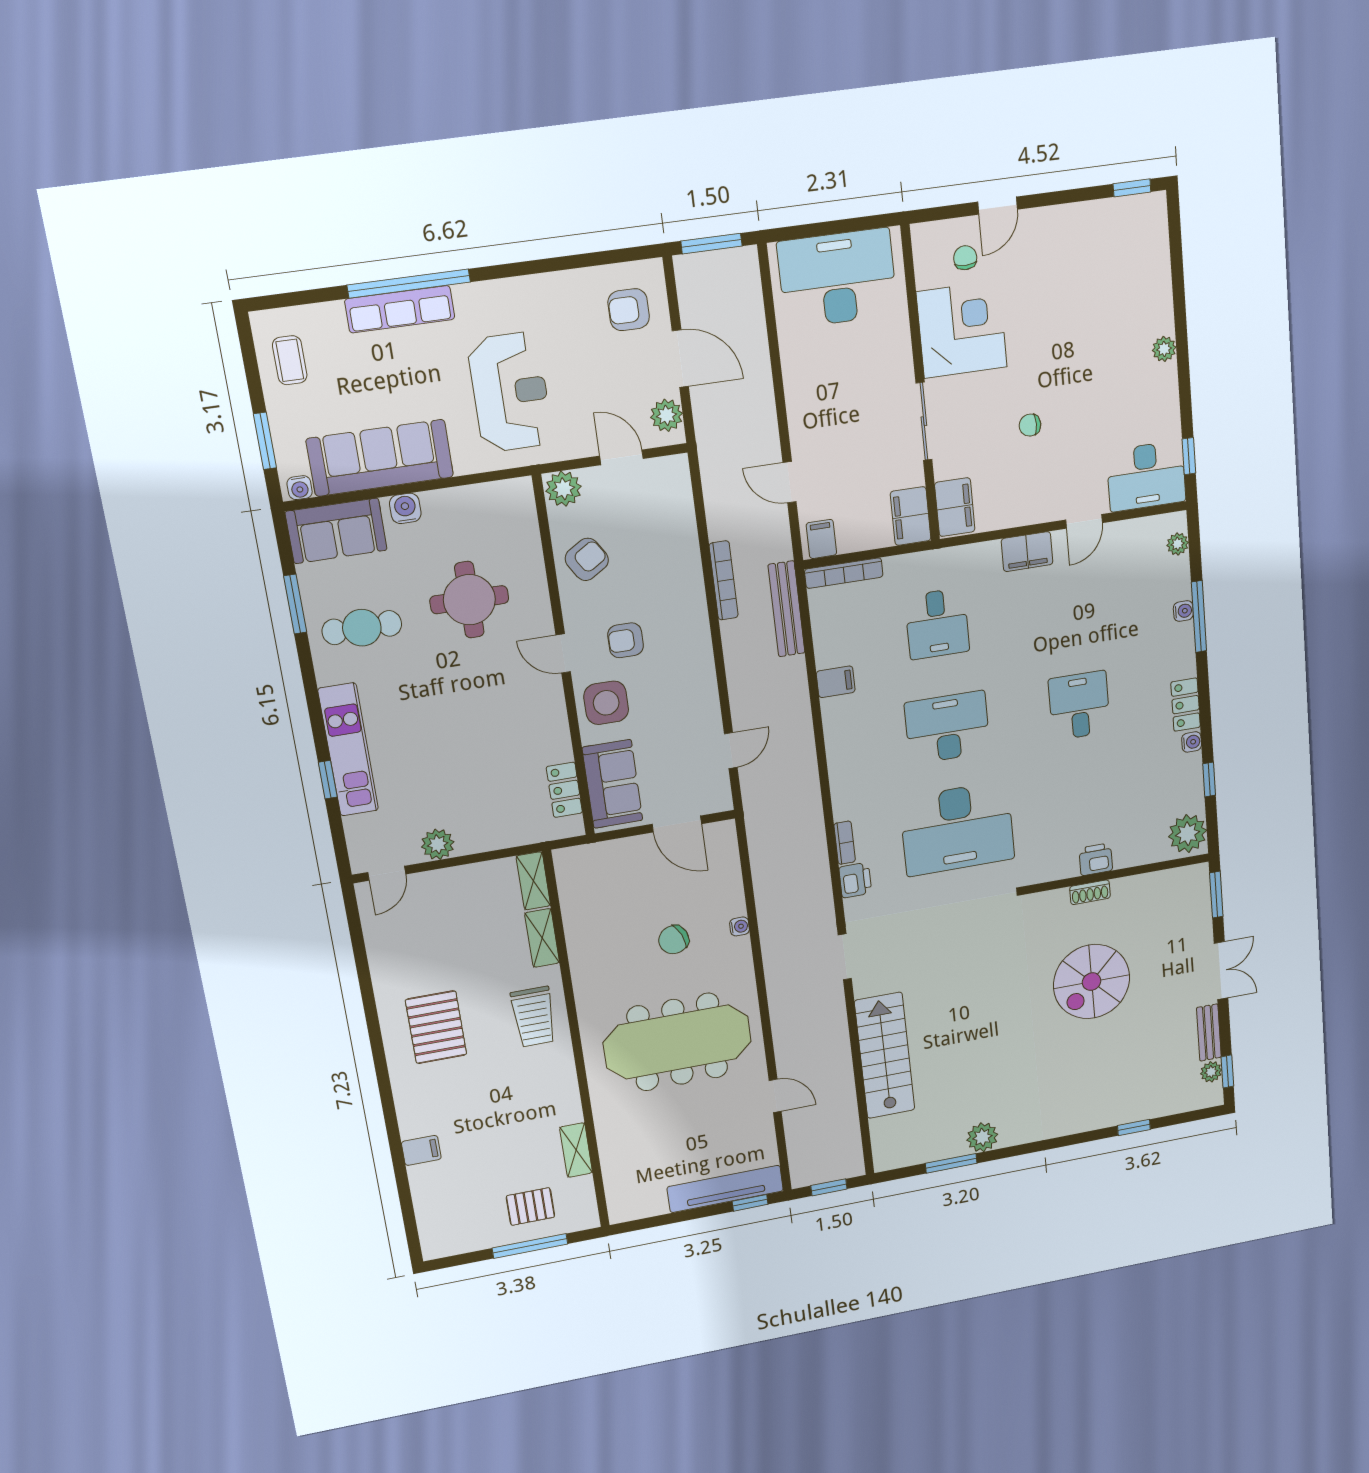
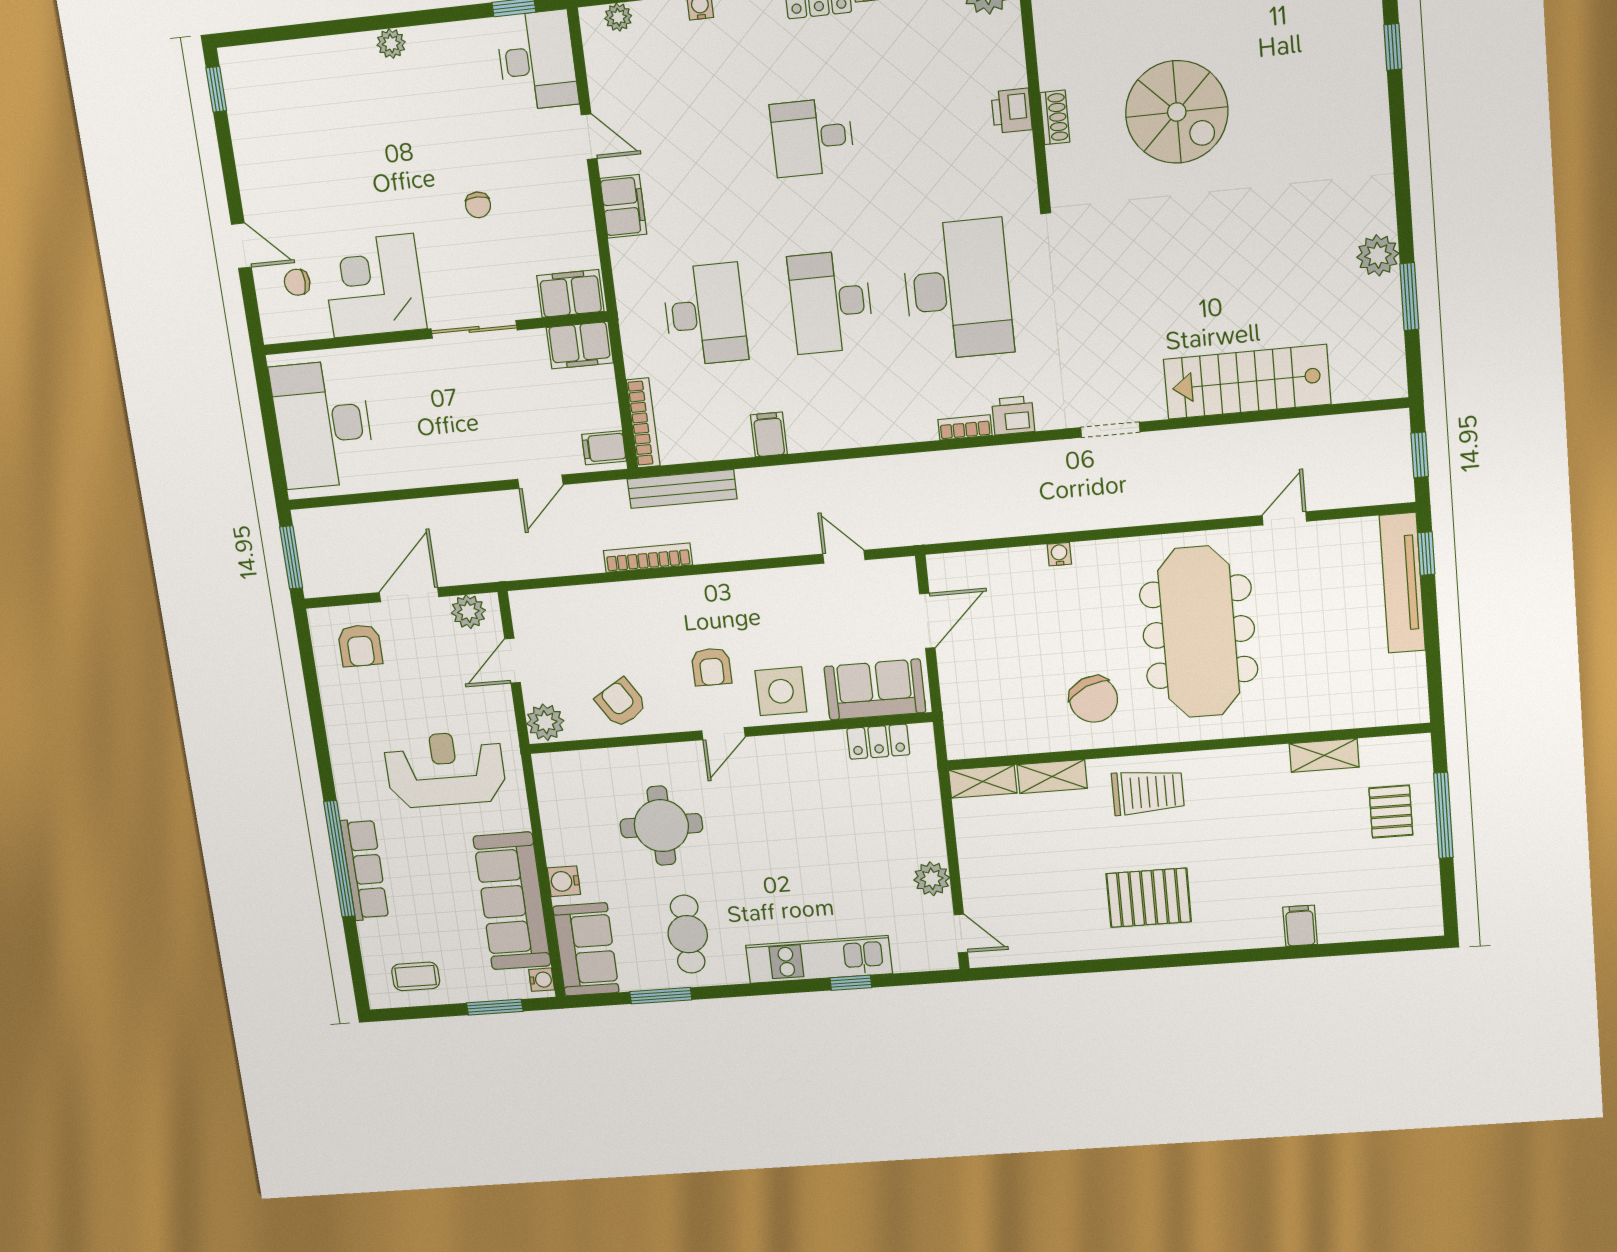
desk: (937, 624) -> (705, 314), width x1.37
chair: (674, 940) -> (1094, 699), moved, width x1.37, depth x1.37

